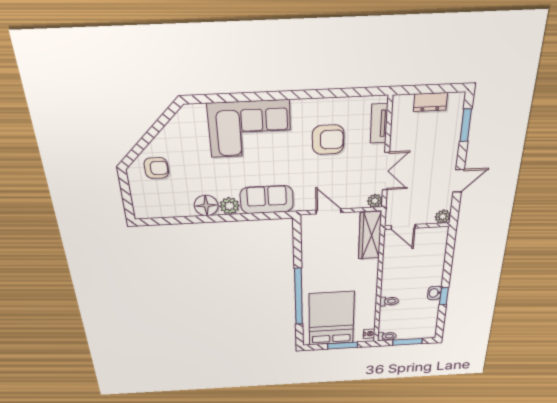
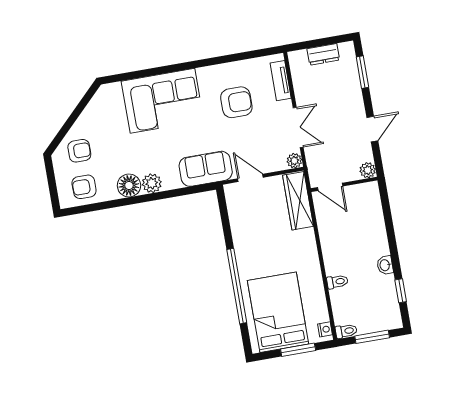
sofa: (267, 200) -> (206, 169), moved
armchair: (160, 202) -> (84, 187), added
window: (444, 296) -> (401, 291), moved

